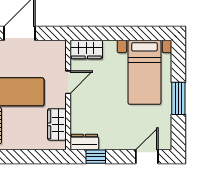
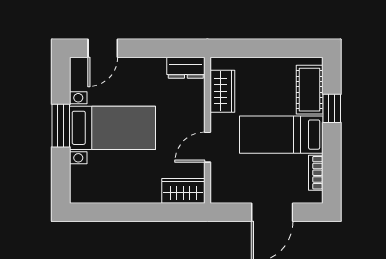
bed with nightstands: (144, 72) -> (113, 128), moved, turned 90
window: (96, 157) -> (171, 48), removed

